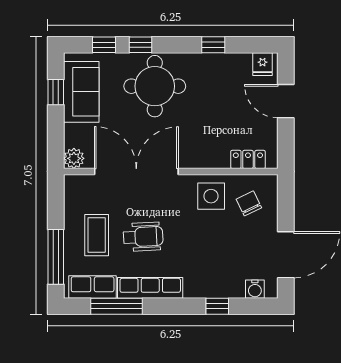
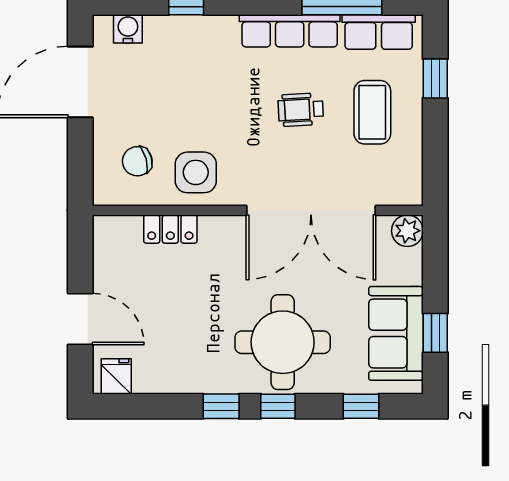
window: (140, 45) -> (278, 406), moved
window: (213, 45) -> (221, 406), moved
locker: (248, 159) -> (170, 229), moved
chair: (249, 203) -> (137, 161), turned 101
wheelchair: (143, 237) -> (301, 110), width x0.73, depth x0.73
window: (56, 257) -> (435, 79), width x0.46

